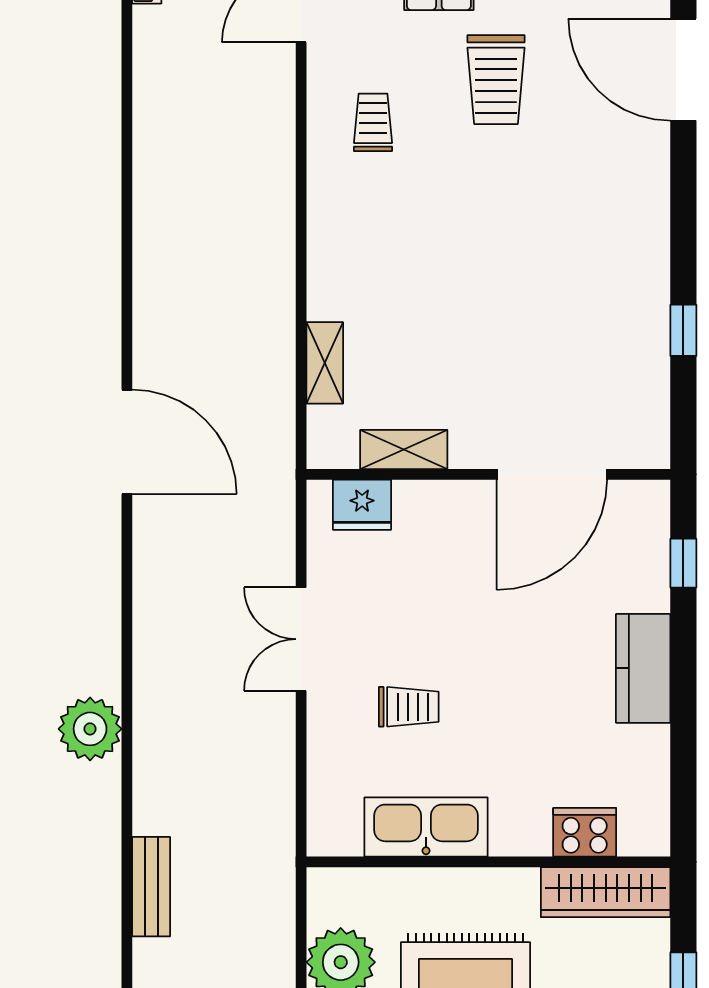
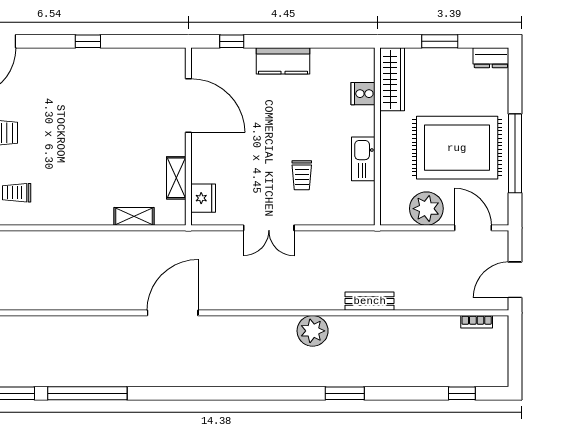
window: (683, 330) -> (88, 41), moved
trolley: (409, 707) -> (302, 175), turned 180
kitchen sink: (426, 827) -> (363, 159), width x0.73, depth x0.81
cooker: (585, 832) -> (363, 94), width x0.73
bench: (151, 887) -> (370, 301), moved

